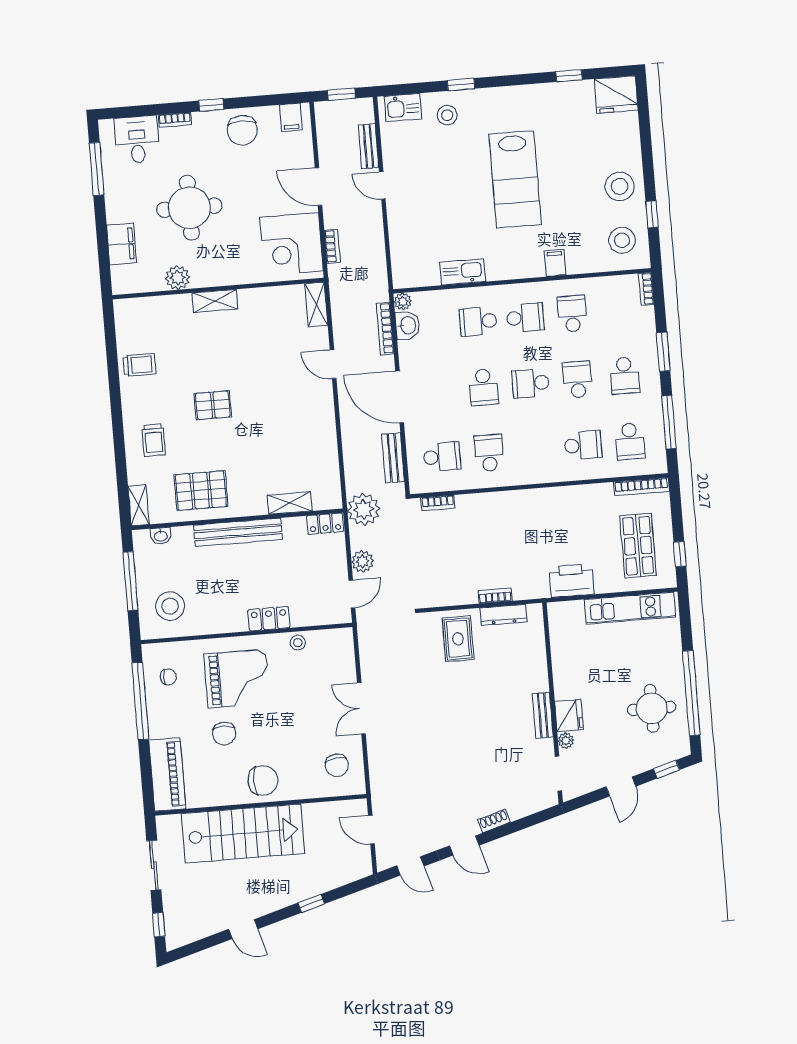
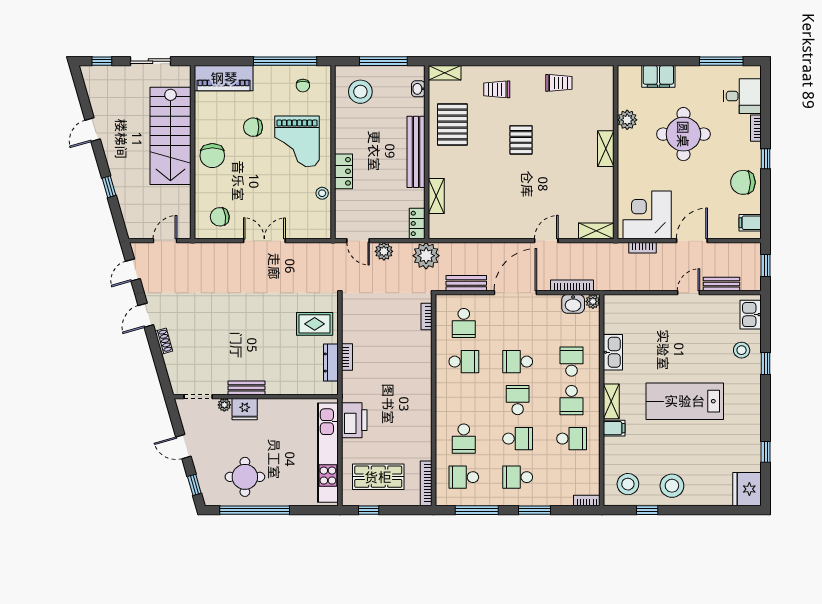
shelving: (523, 269) -> (611, 401), added
trolley: (139, 365) -> (559, 83), turned -90
kitchen unit: (630, 608) -> (328, 453), width x1.36

